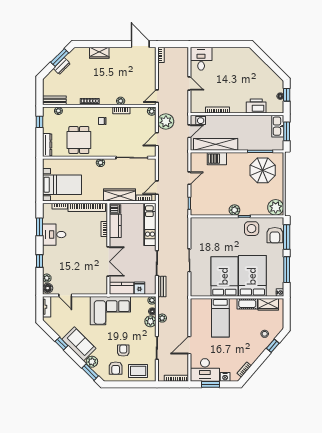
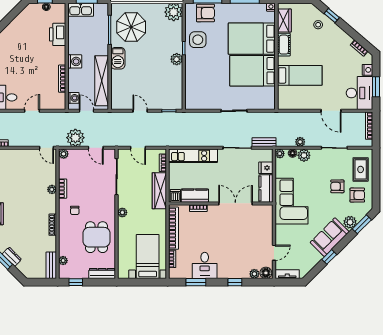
washing machine: (233, 121) -> (75, 61), added
dining table: (79, 140) -> (96, 237), turned 90
barbecue: (217, 159) -> (118, 58), moved
door: (157, 188) -> (138, 148), moved

